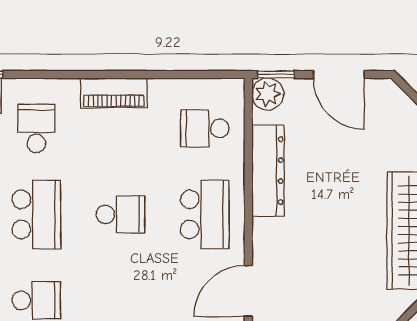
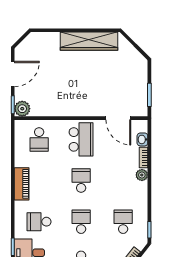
dresser: (268, 171) -> (60, 109), removed
school desk: (36, 214) -> (81, 222), width x0.54
school desk: (205, 214) -> (81, 139), turned 90

